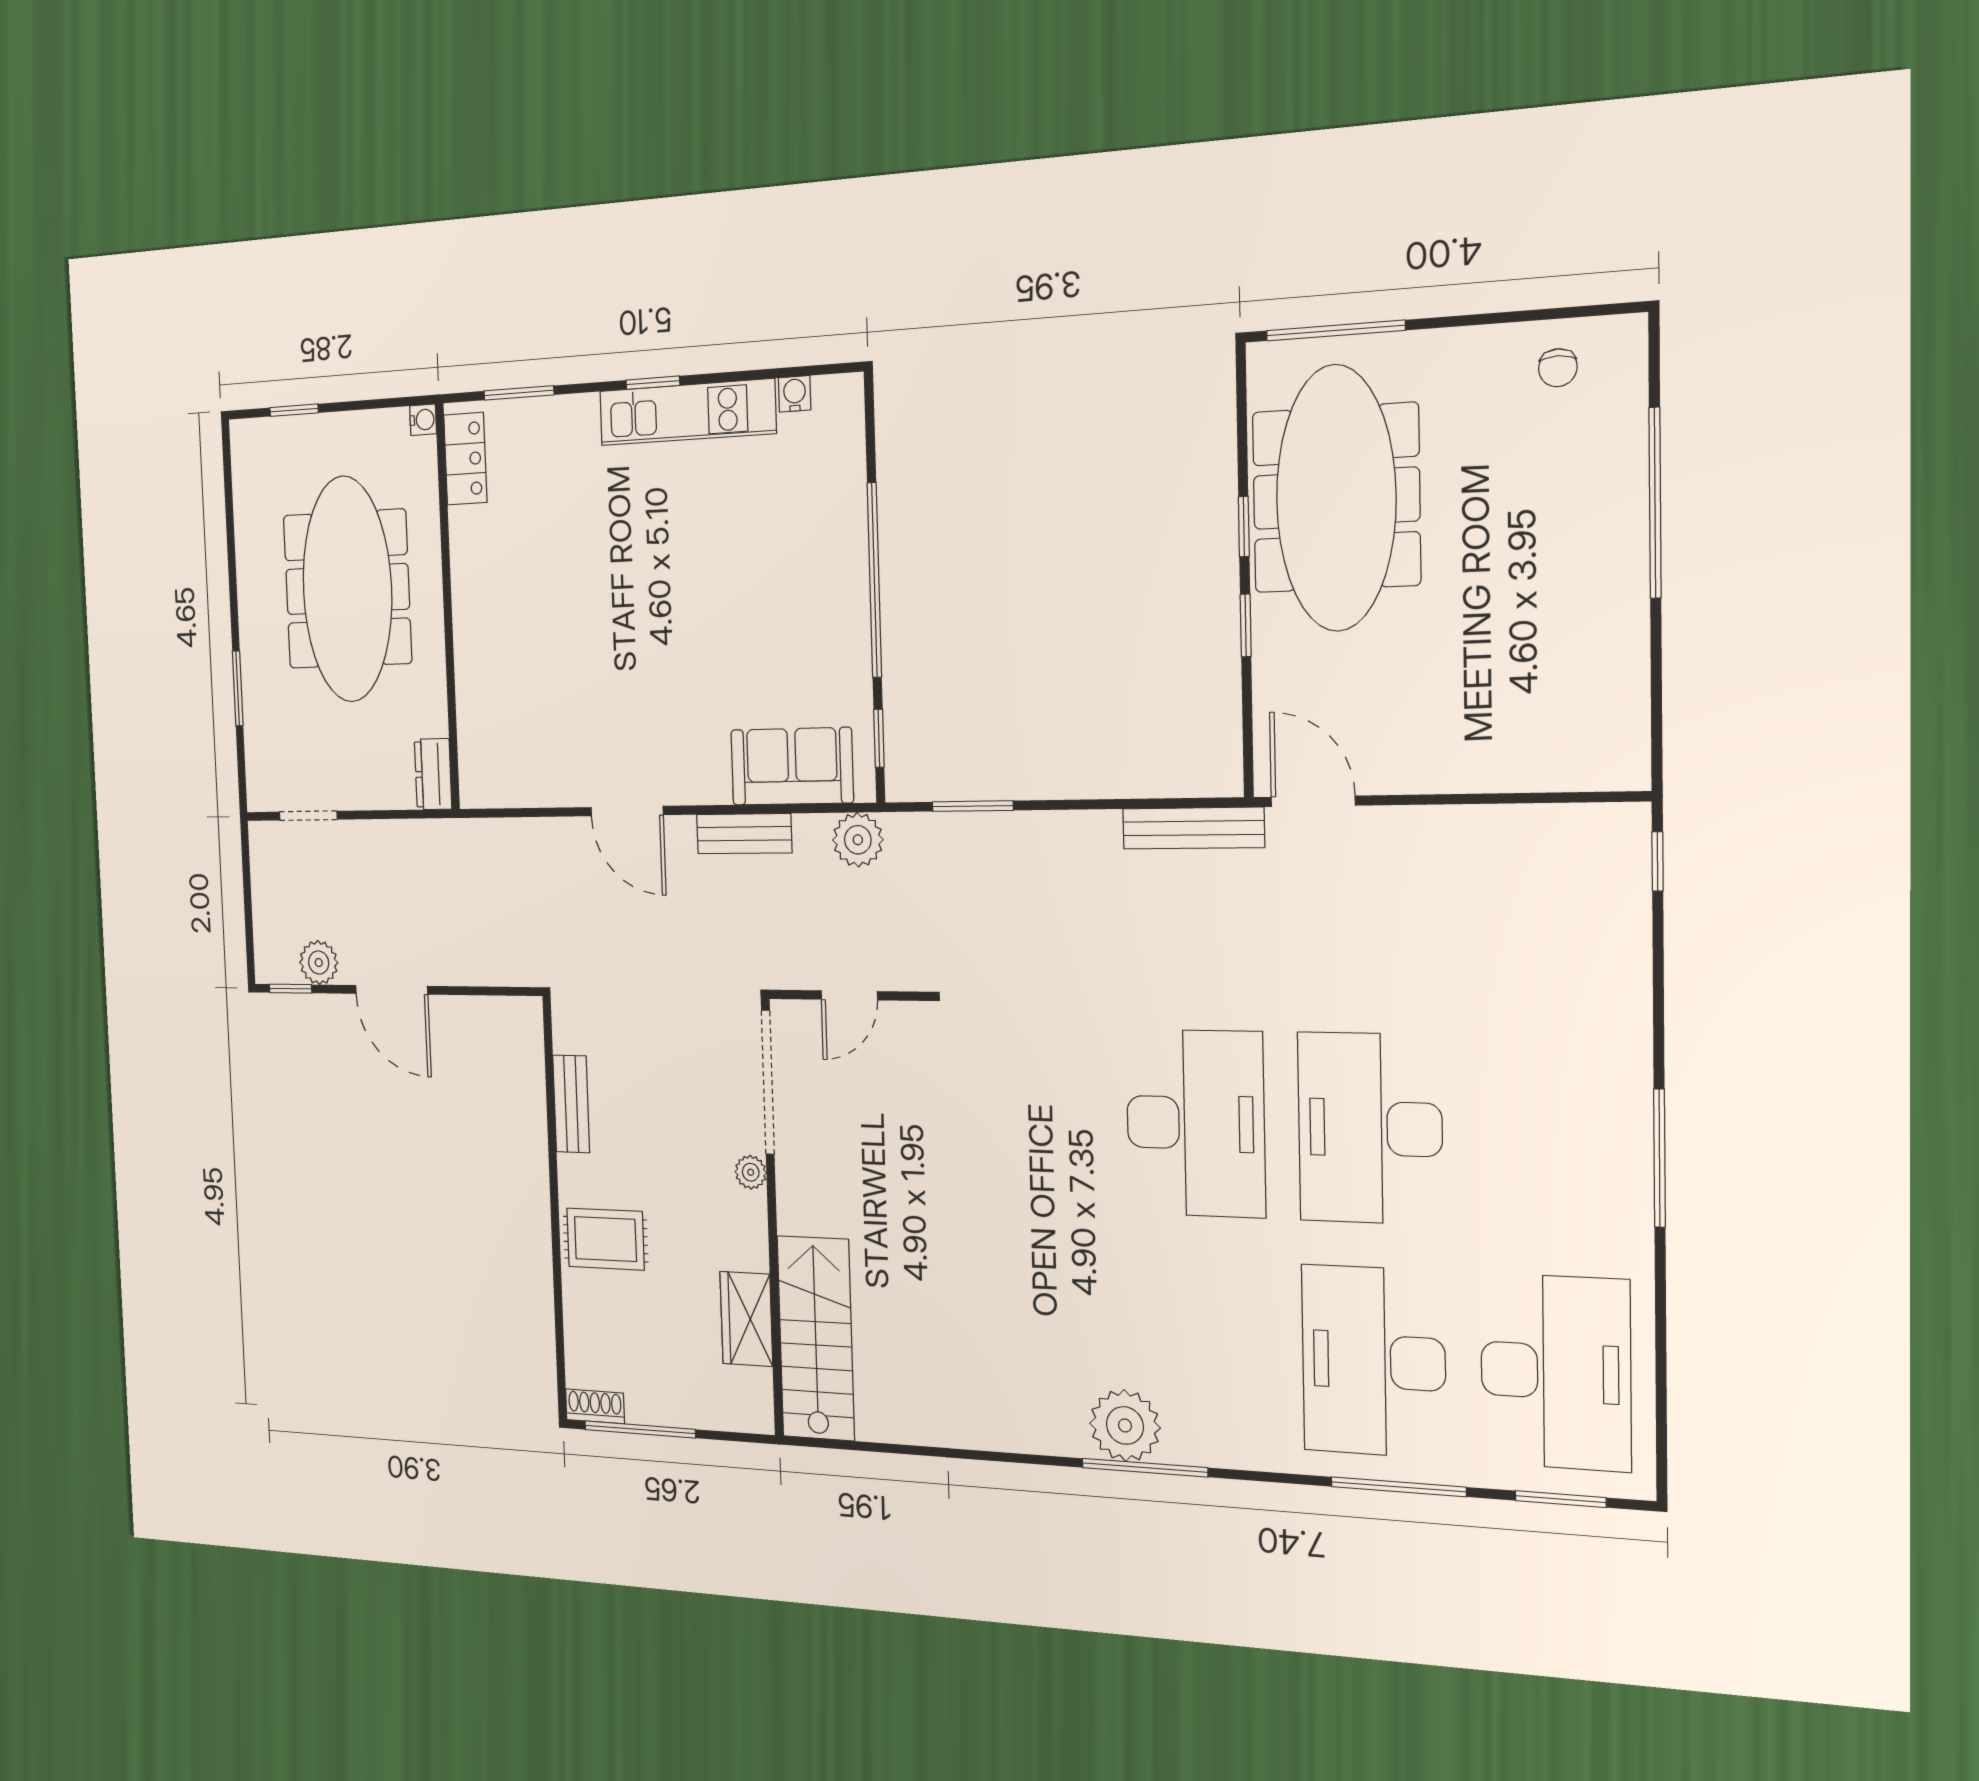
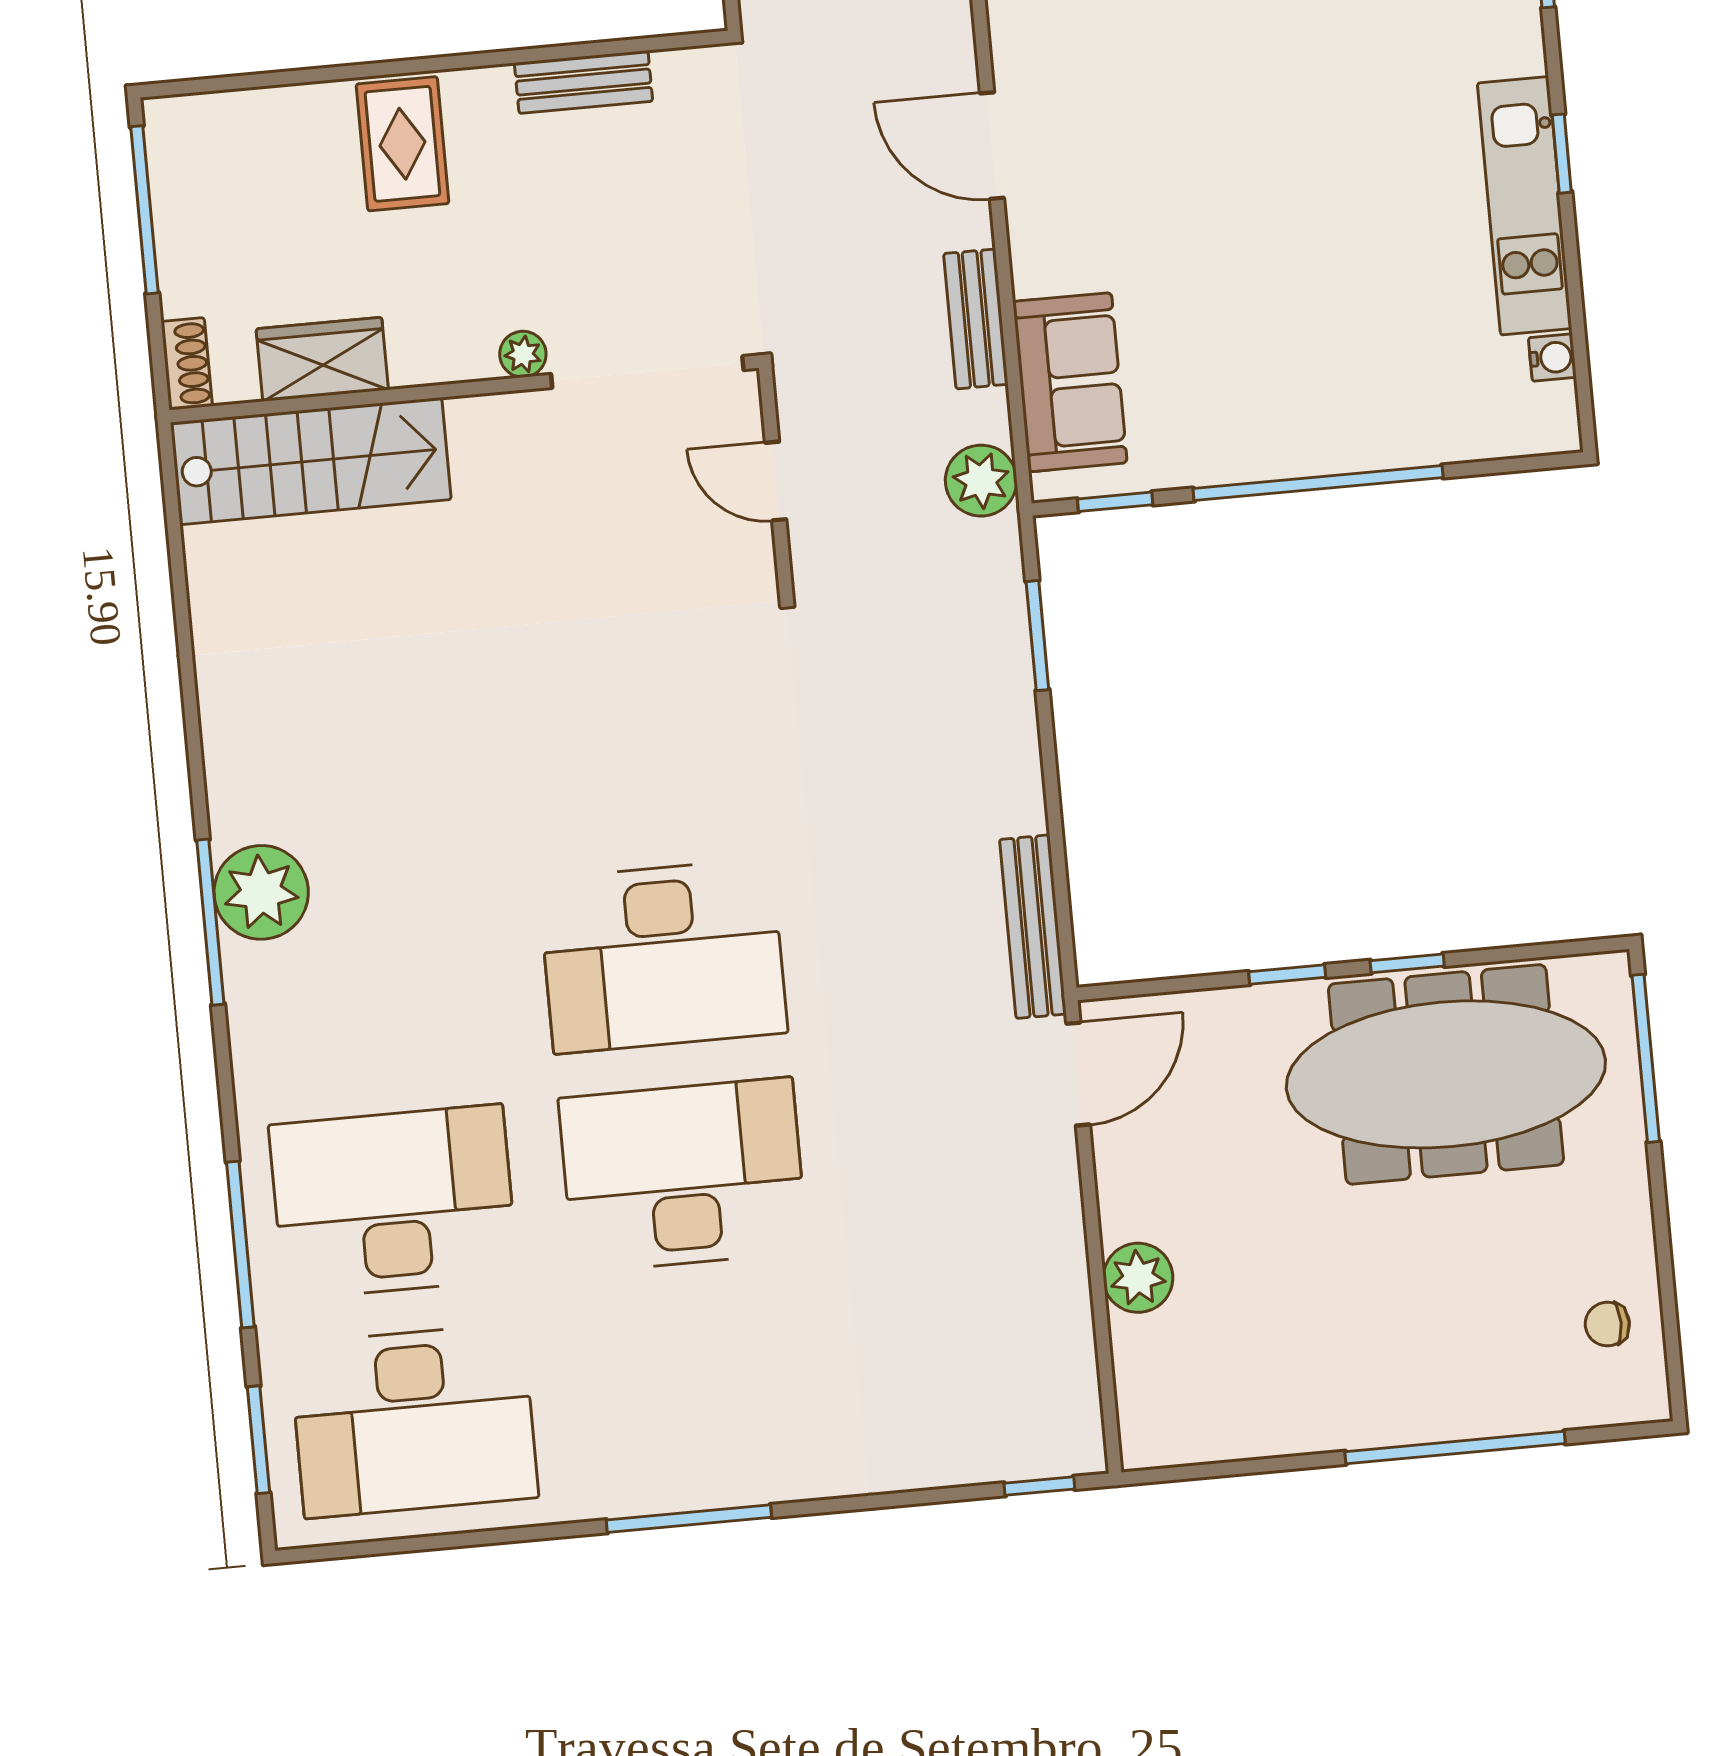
plant: (1485, 765) -> (1138, 1278), added
door: (627, 811) -> (992, 146), hinge flipped
shoe rack: (595, 1406) -> (187, 364), moved

